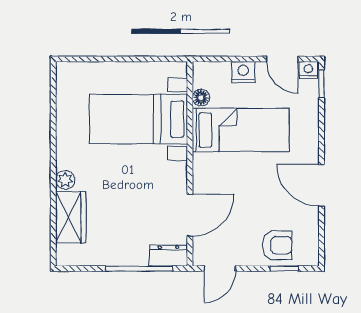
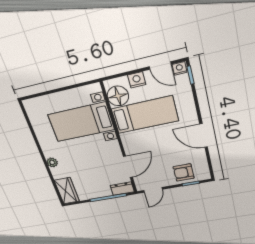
floor lamp: (201, 98) -> (118, 96), width x1.89, depth x1.89
wardrobe: (71, 217) -> (67, 191), moved
armchair: (277, 245) -> (184, 172), turned 180

